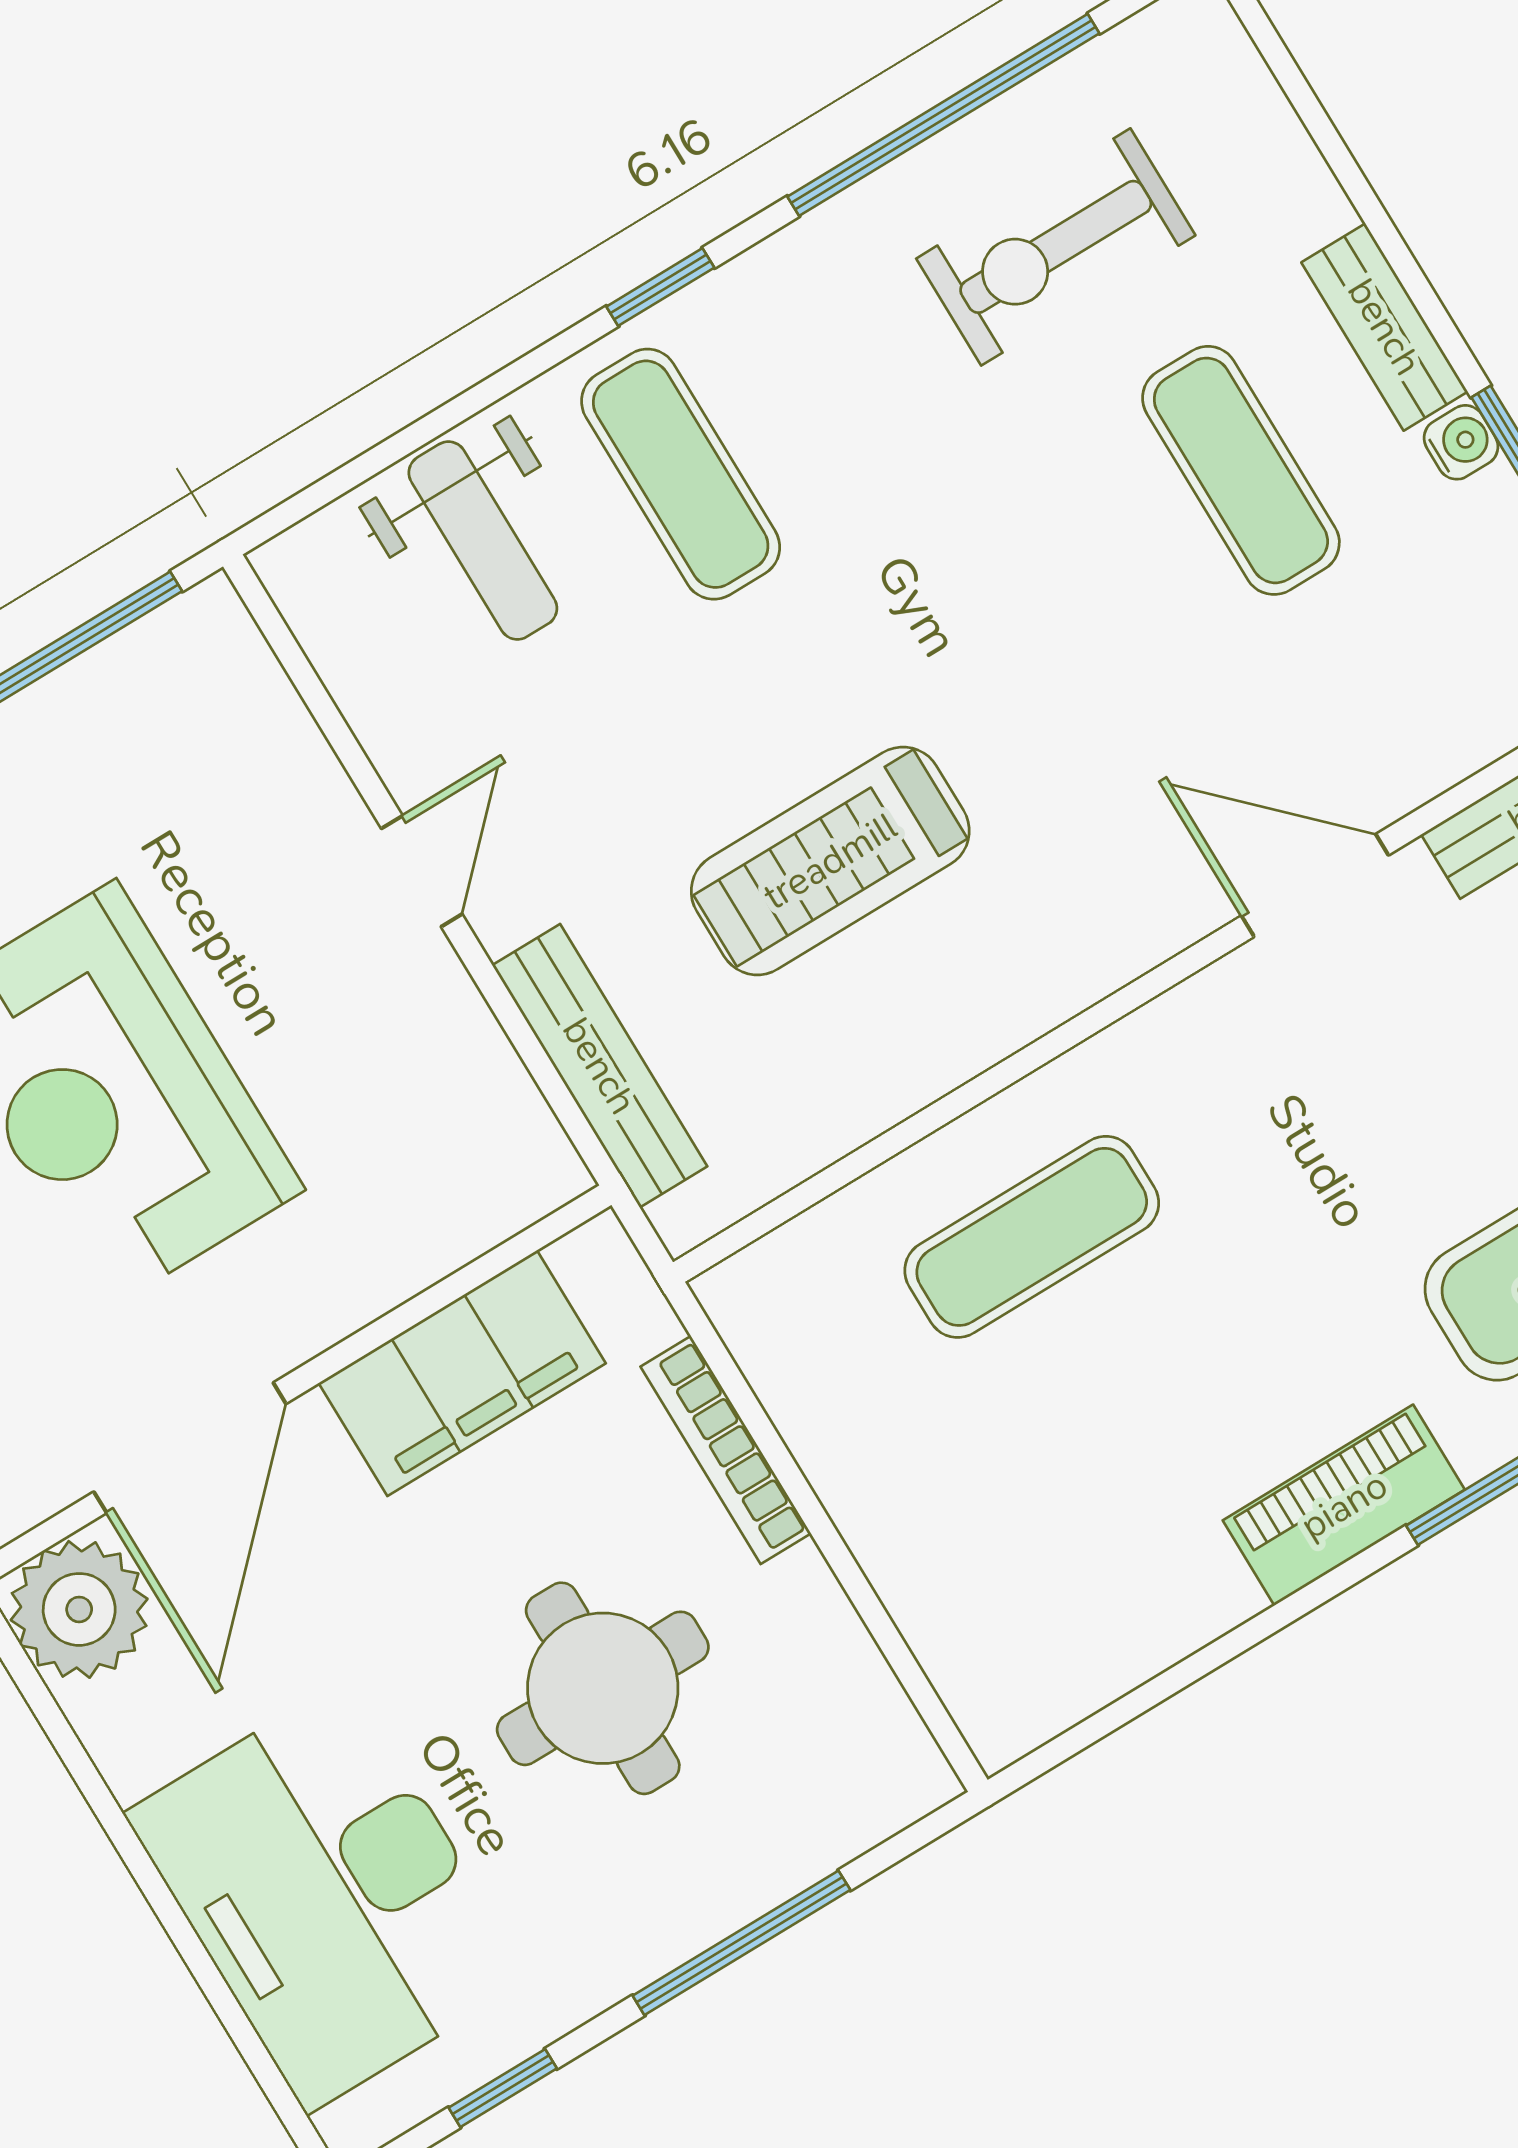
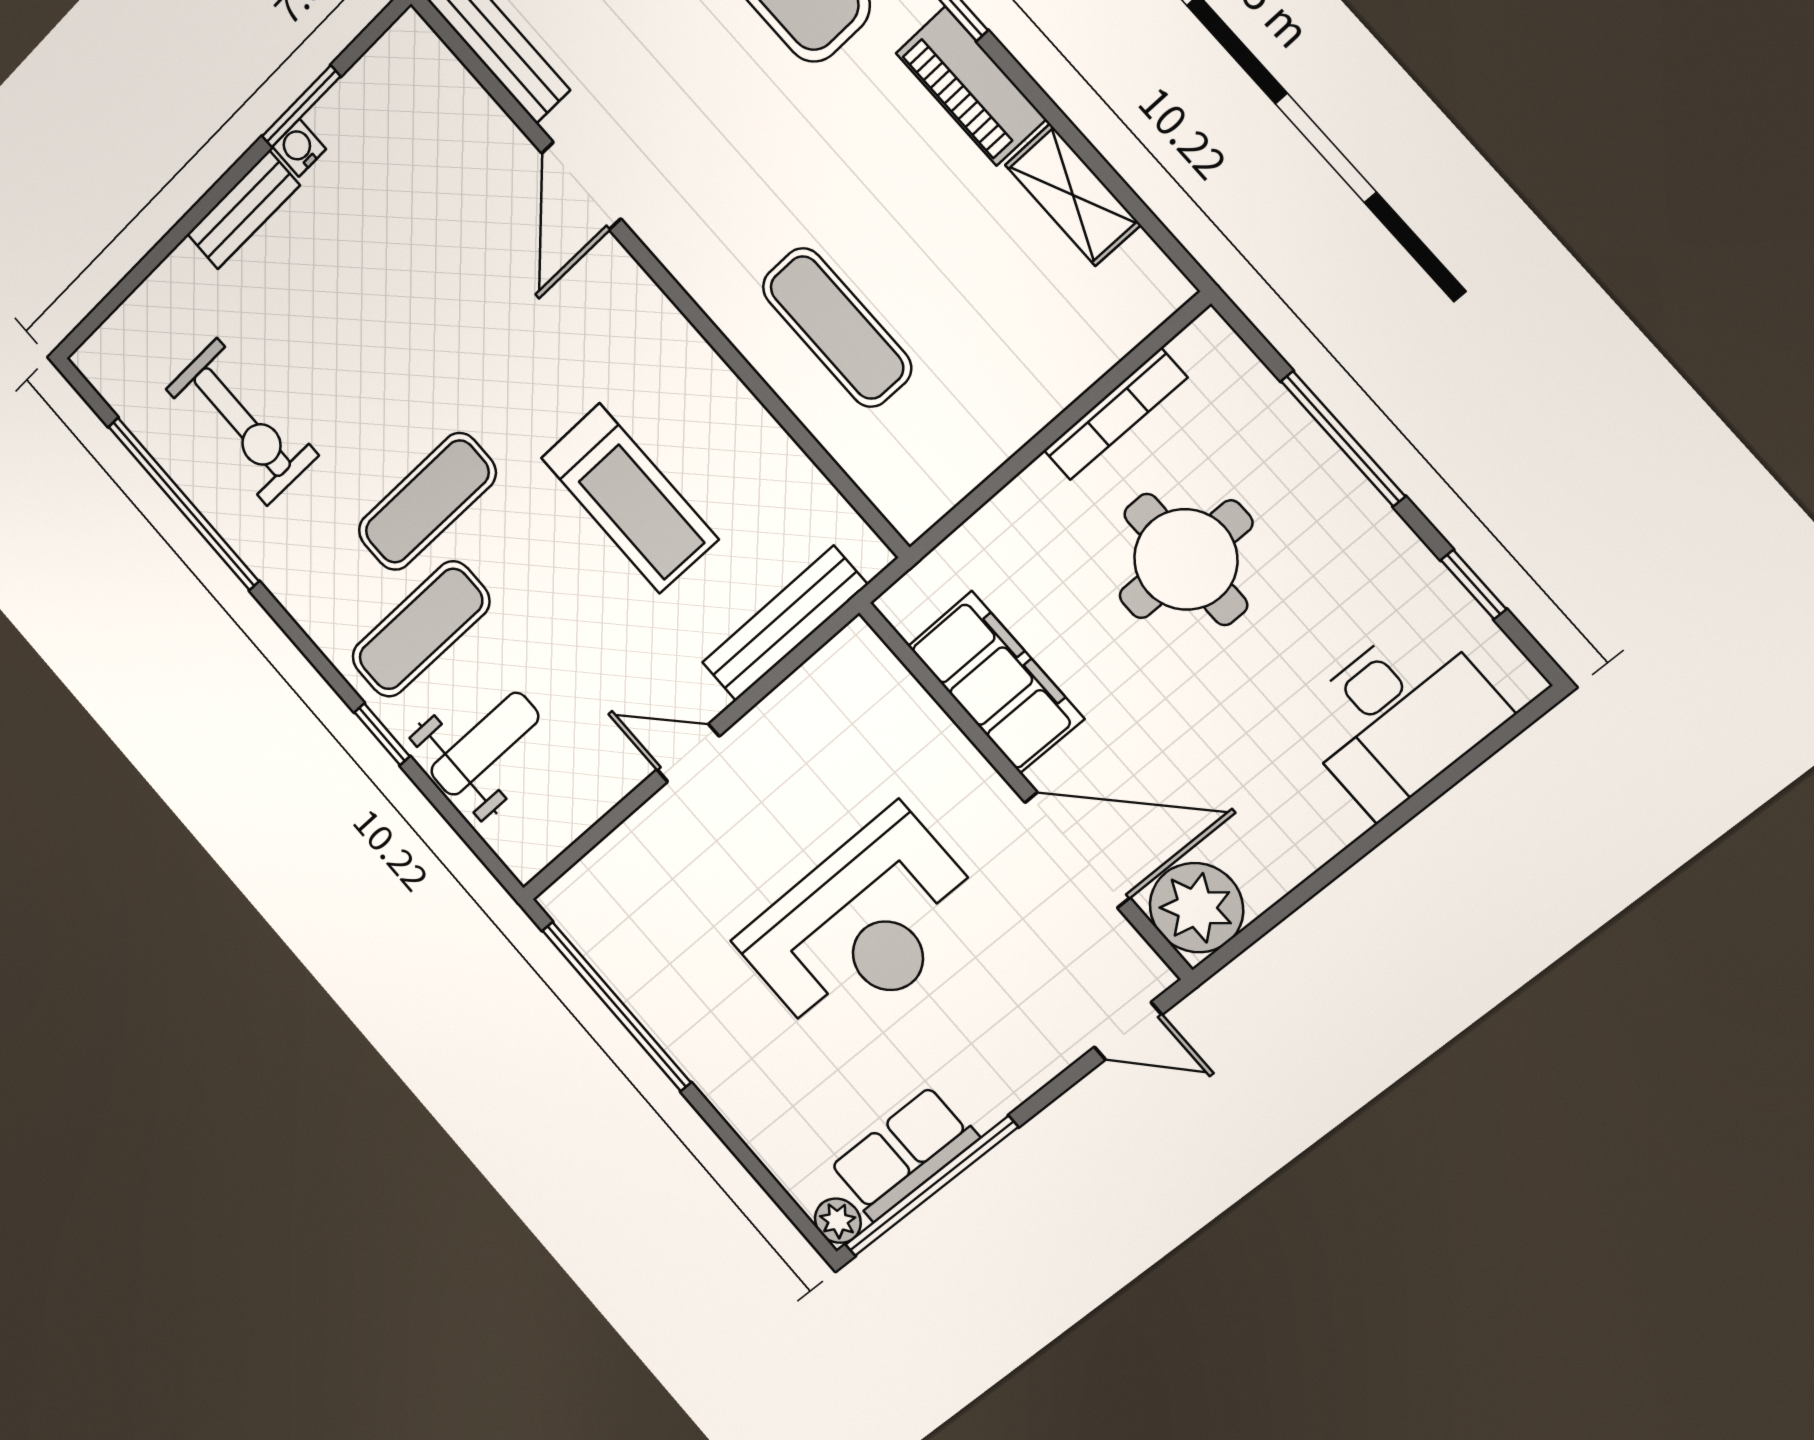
window: (660, 287) -> (382, 734), moved
exercise mat: (1241, 470) -> (427, 502), moved
bookcase: (726, 1450) -> (1115, 414), moved
shelving: (1160, 1623) -> (1073, 195), added
desk: (328, 1896) -> (1399, 717), width x0.73, depth x0.77

